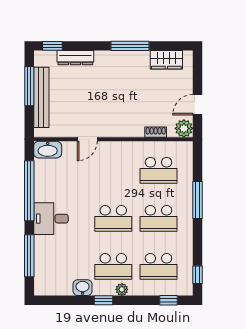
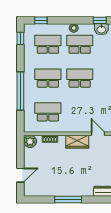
wardrobe: (166, 60) -> (77, 142), moved, turned 180
door: (197, 105) -> (20, 175), moved
door: (87, 139) -> (98, 134), hinge flipped
window: (197, 200) -> (20, 91), width x1.46
window: (104, 300) -> (100, 20), moved

